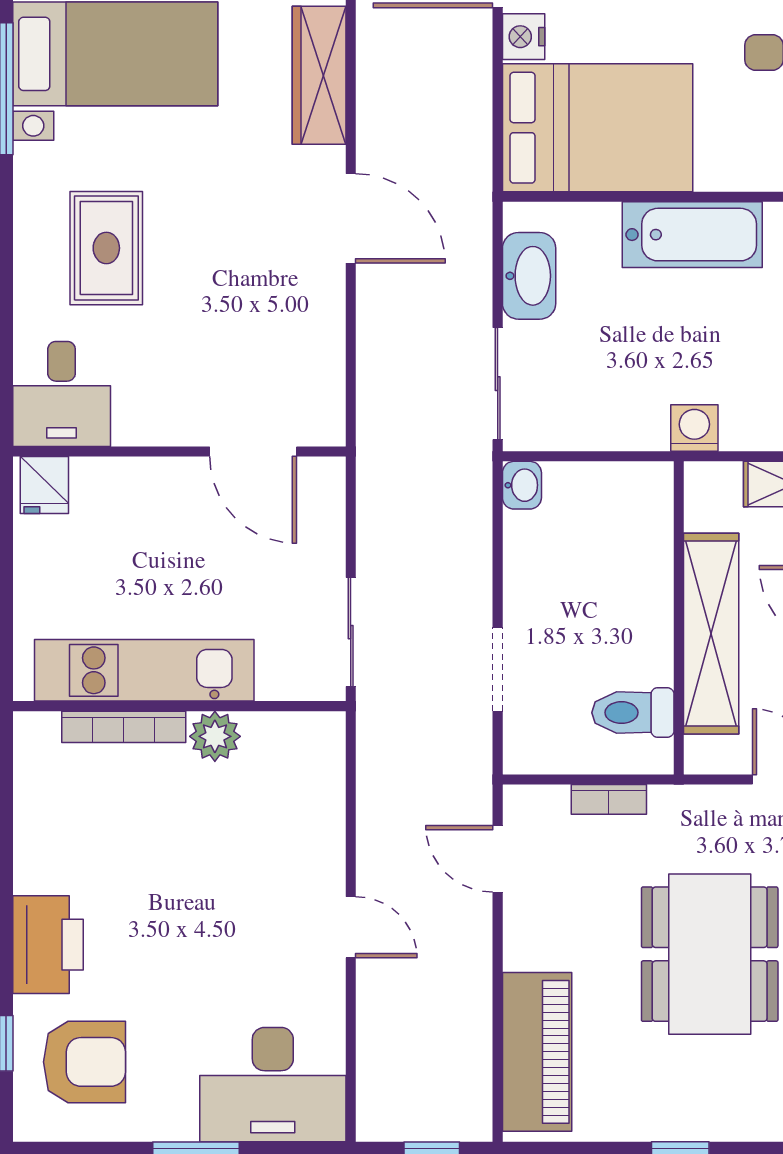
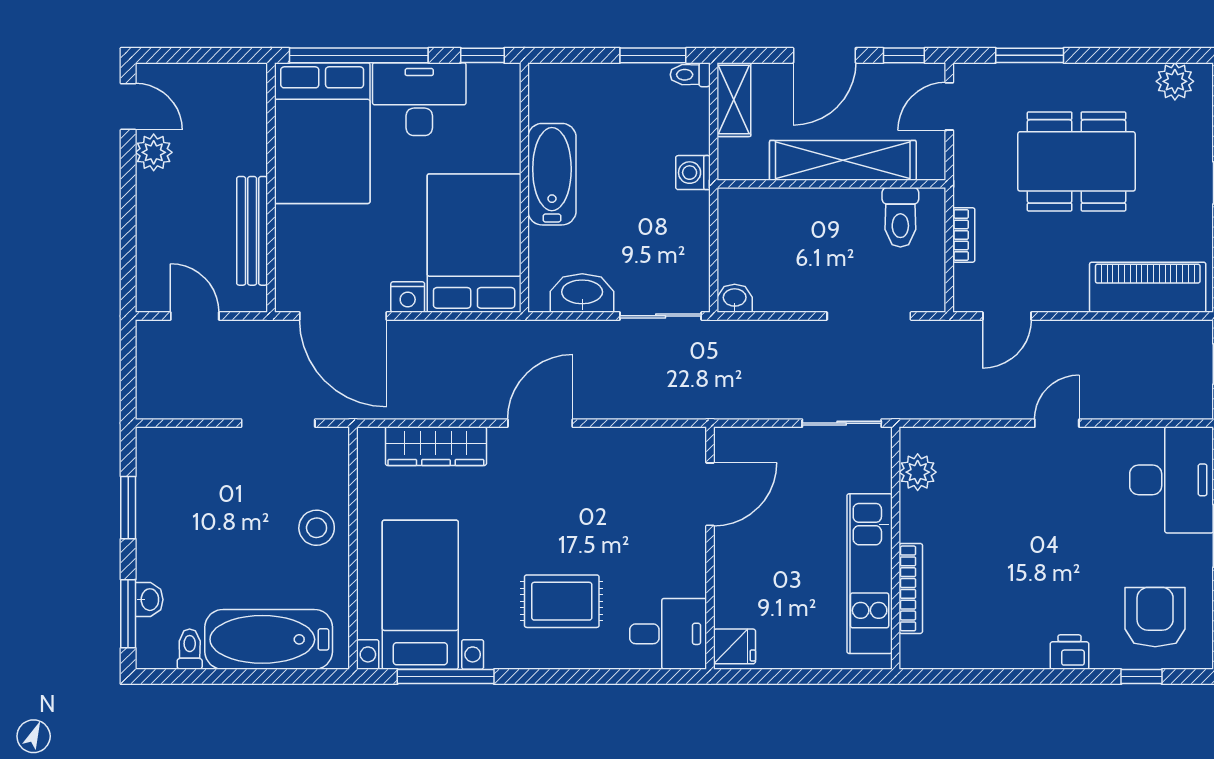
doorway: (498, 669) -> (869, 316), width x1.38
plant: (215, 736) -> (918, 472), moved
printer: (48, 945) -> (1070, 652), width x0.53, depth x0.68

